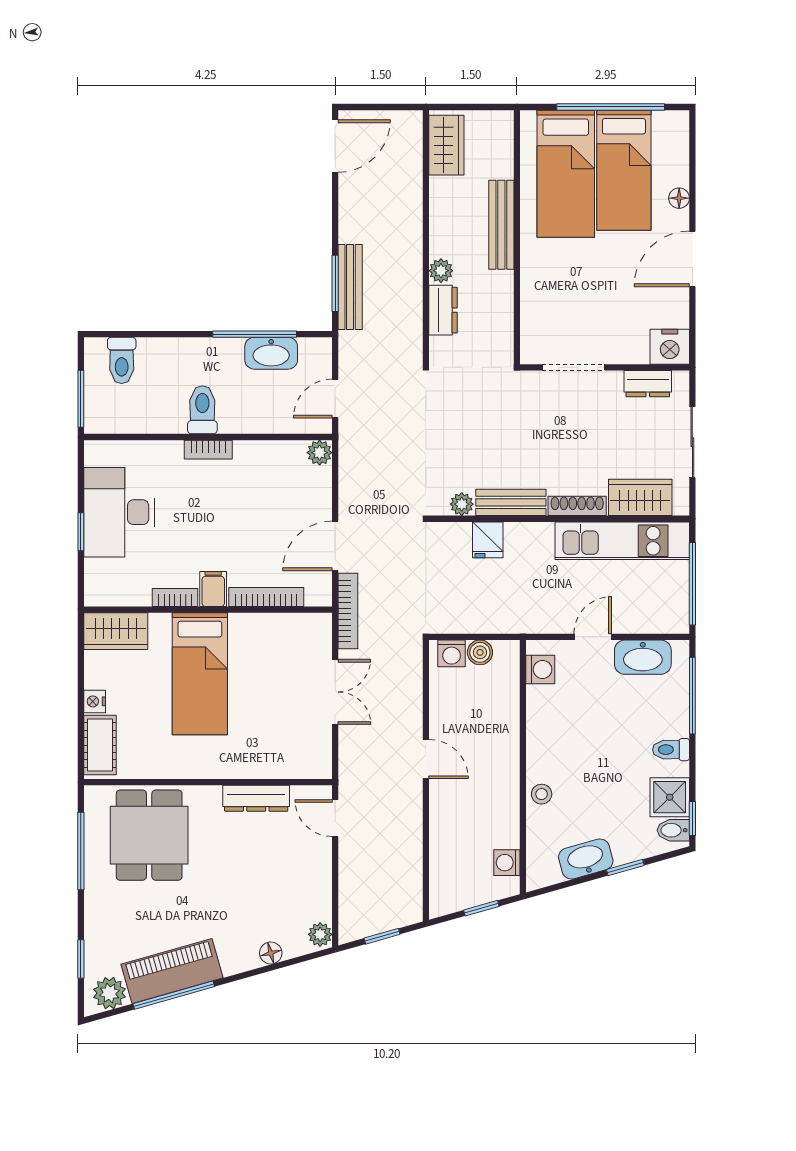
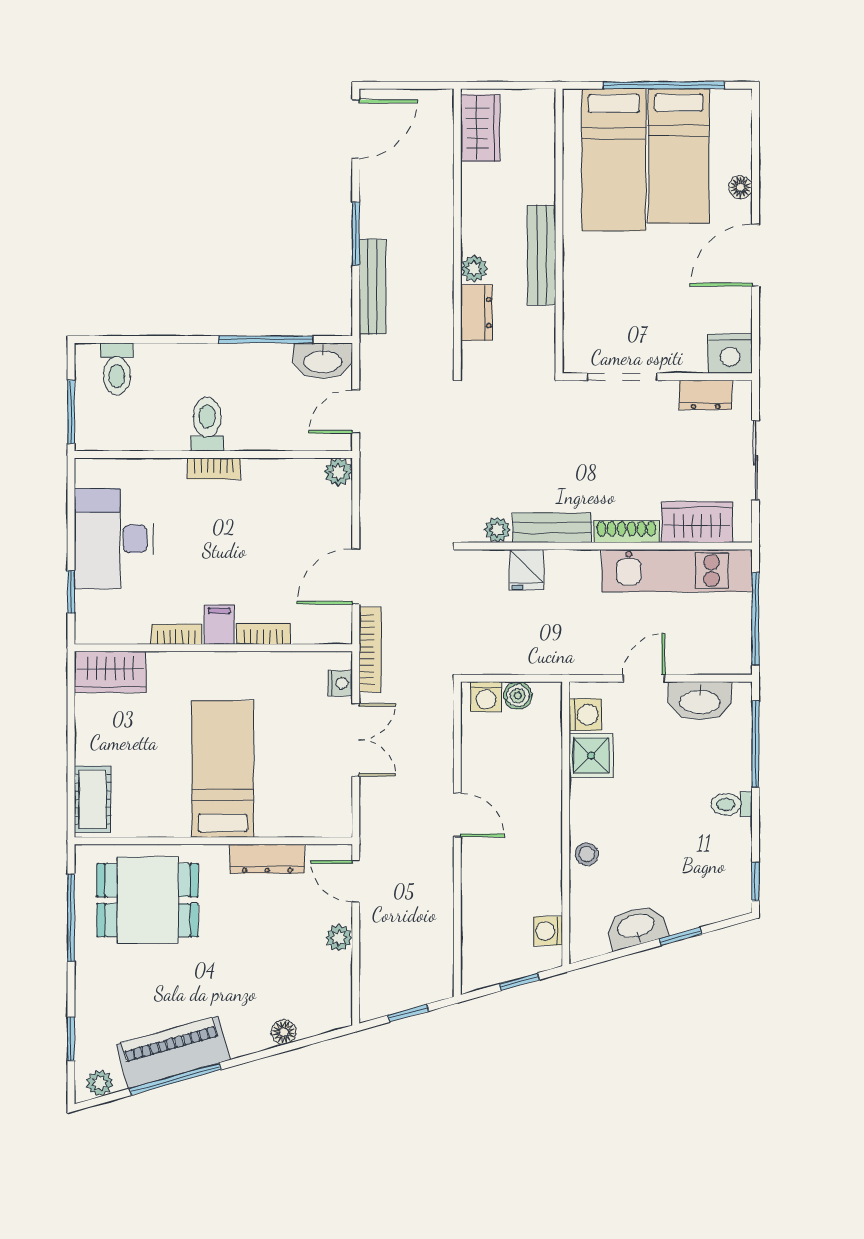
bench: (501, 225) -> (542, 255), moved
window: (335, 283) -> (356, 234), moved
washbasin: (271, 353) -> (323, 361), moved
window: (81, 532) -> (71, 592), moved
bookcase: (266, 597) -> (264, 634), width x0.64
bed: (200, 674) -> (223, 769), moved, turned 180
nightstand: (95, 701) -> (340, 683), moved, turned 180
shower: (670, 797) -> (591, 756), moved
bidet: (673, 830) -> (734, 895), removed
dining table: (149, 835) -> (148, 900), turned 90
plant: (320, 934) -> (339, 938), moved
plant: (109, 993) -> (100, 1083), width x0.73, depth x0.73

